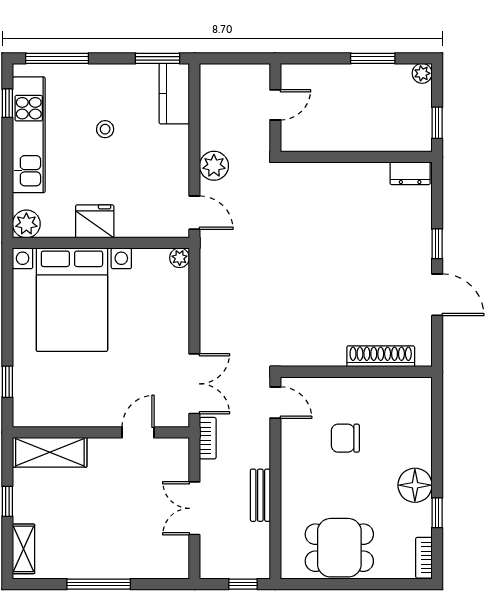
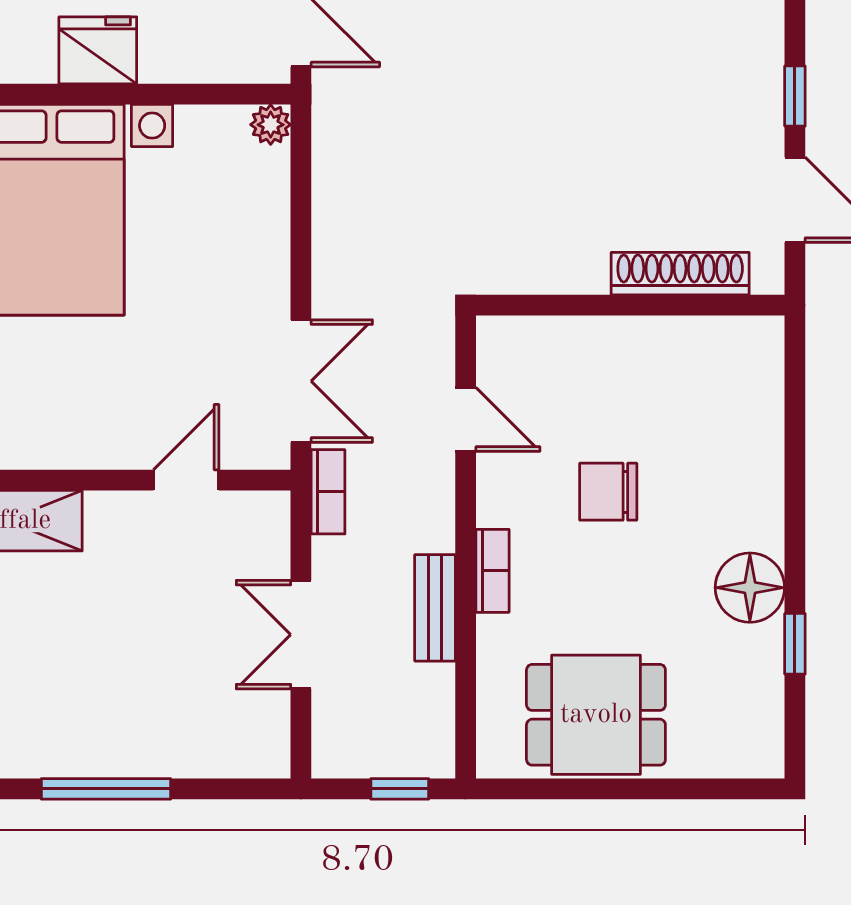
shoe rack: (381, 356) -> (680, 274), moved
wall: (356, 372) -> (630, 305), moved
bookcase: (424, 558) -> (493, 571), moved, turned 180

